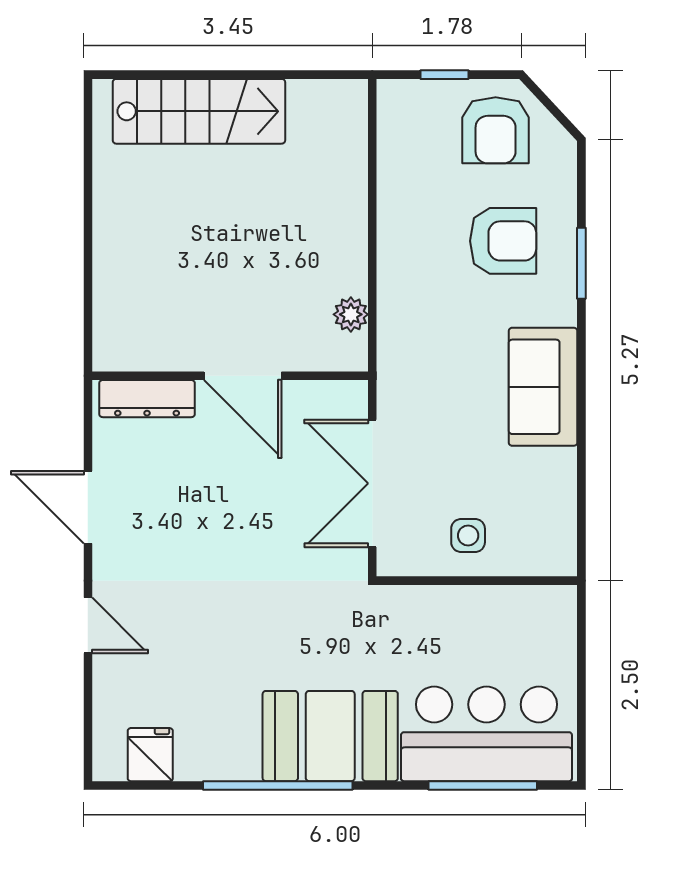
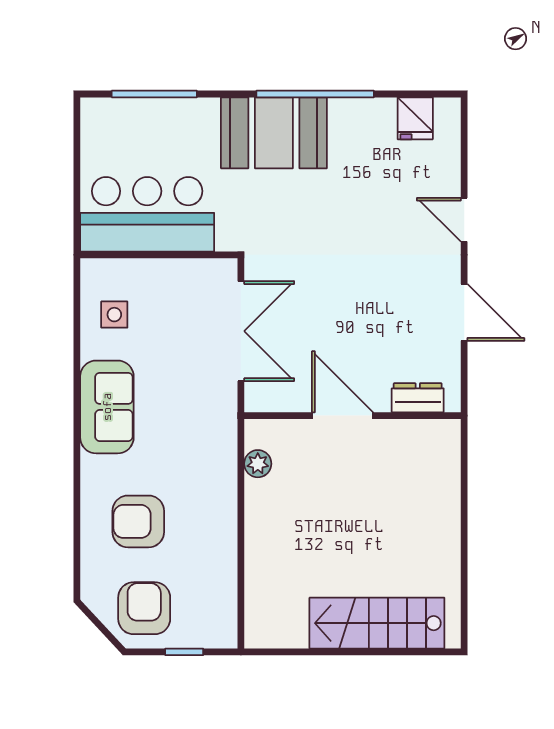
window: (581, 263) -> (77, 504), removed
dresser: (147, 399) -> (418, 398), width x0.70
side table: (468, 535) -> (114, 315), moved
bar counter: (486, 734) -> (147, 214), moved, turned 180

